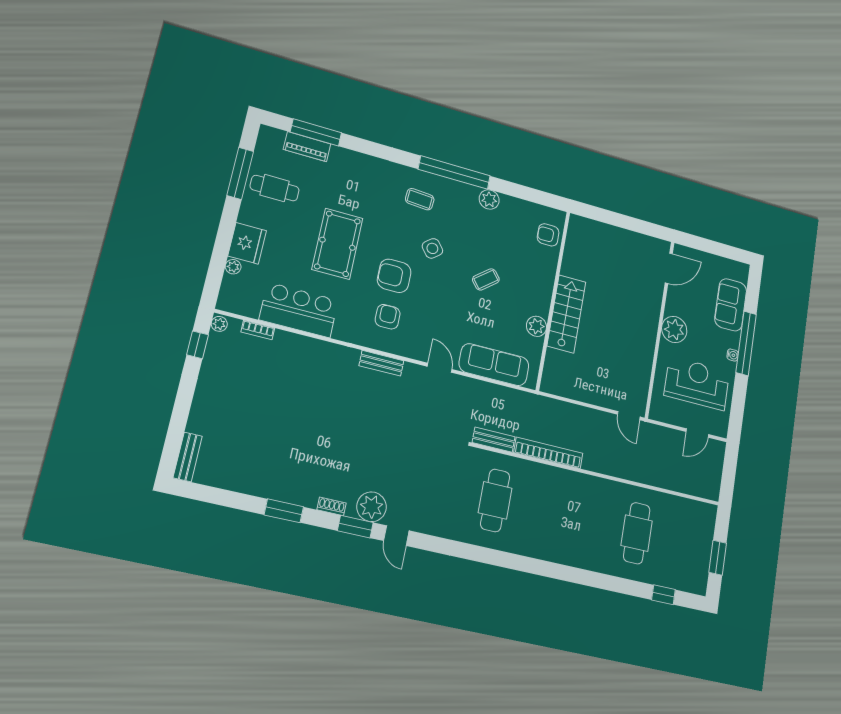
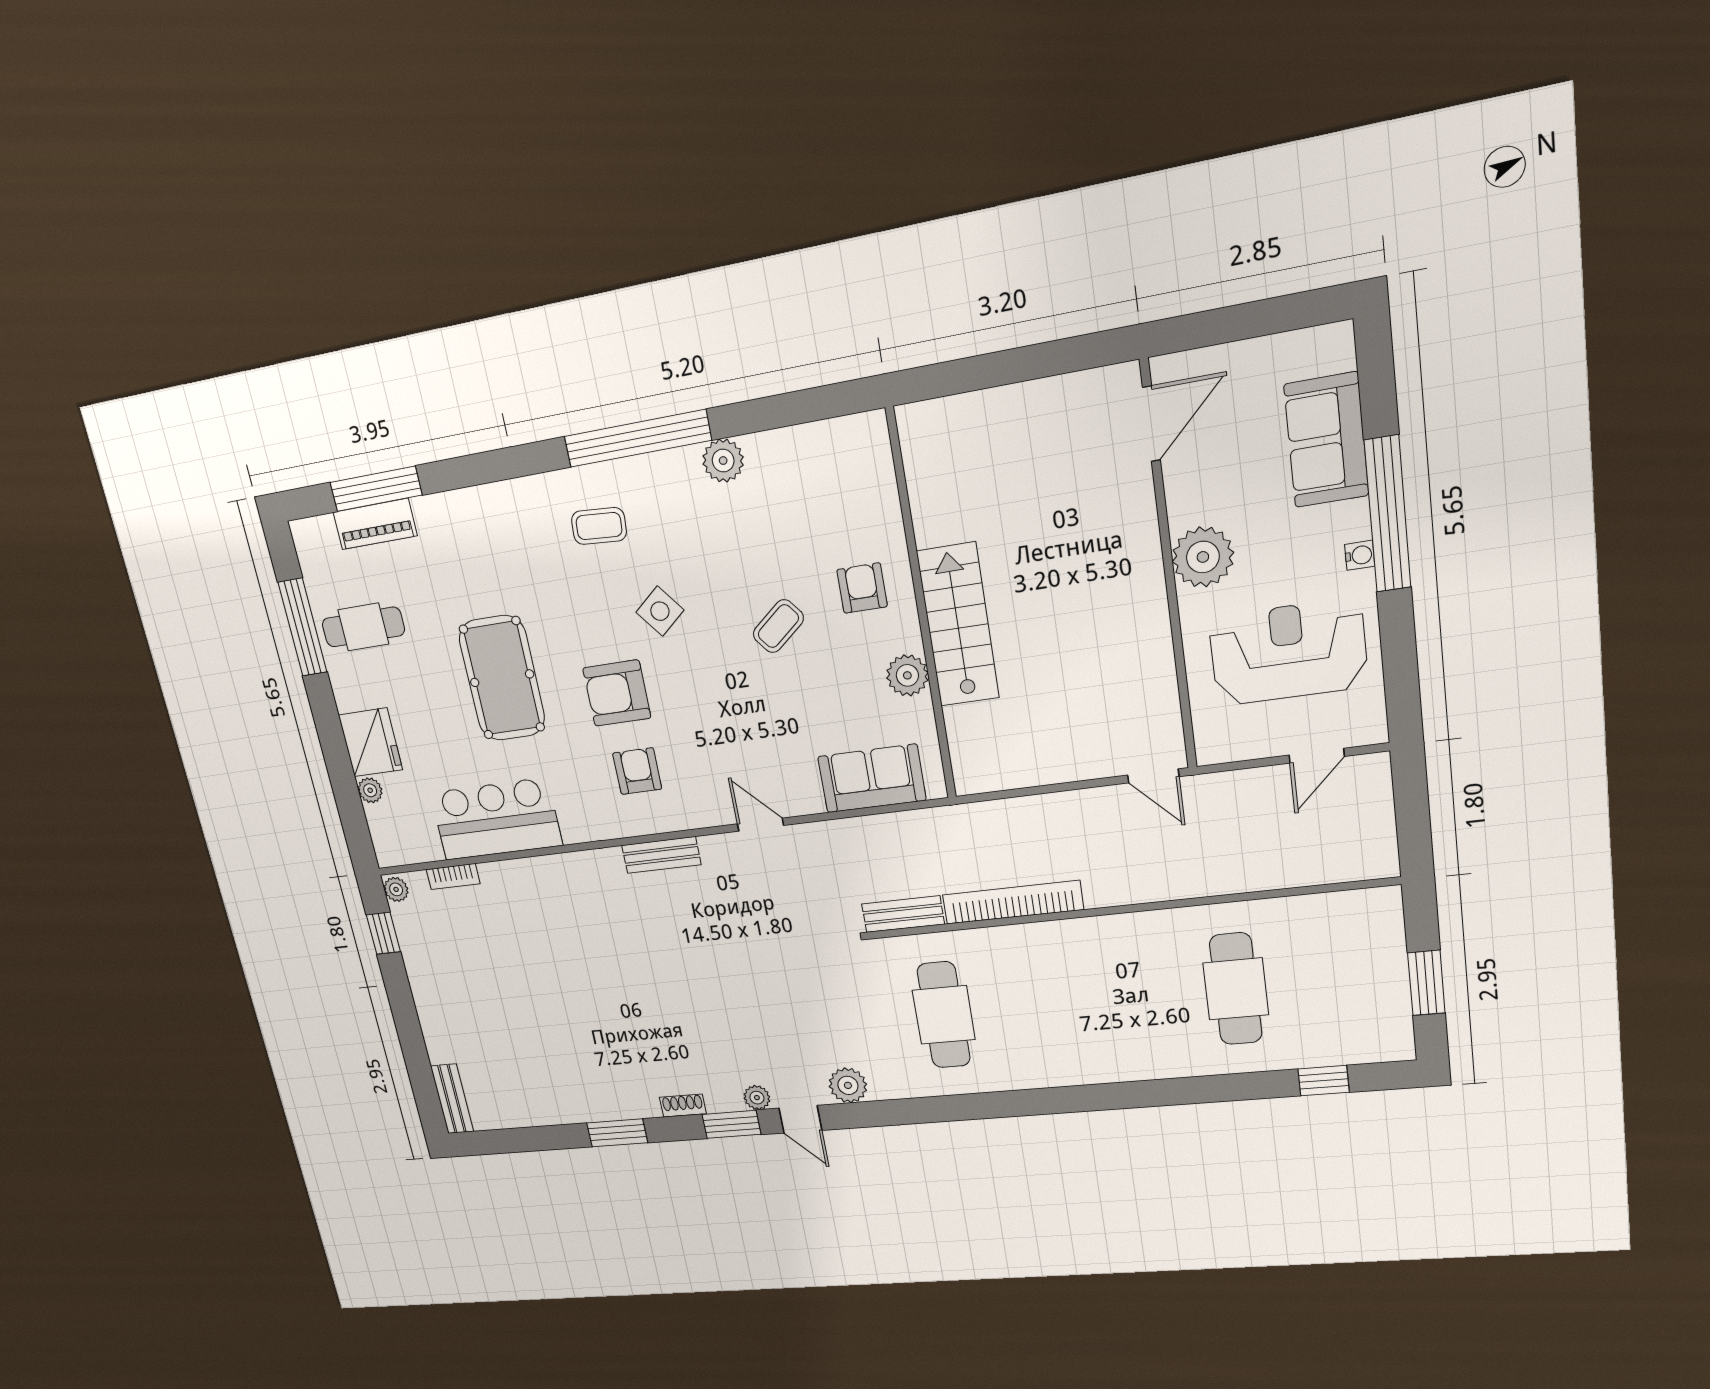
armchair: (548, 235) -> (862, 588), moved, turned 90
sofa: (494, 365) -> (872, 778), width x0.73
plant: (372, 507) -> (757, 1098), width x0.53, depth x0.53
plant: (430, 524) -> (848, 1085), added

